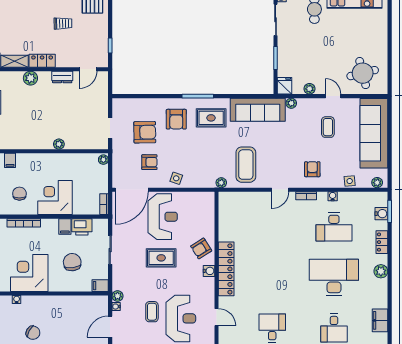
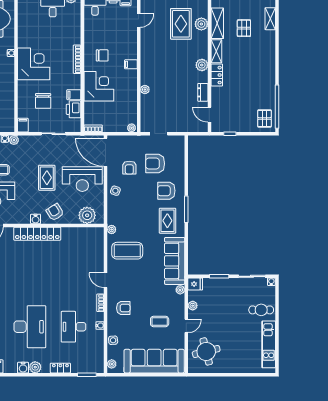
trolley: (63, 24) -> (249, 93), removed
armchair: (145, 132) -> (155, 164), turned 91
filing cabinet: (10, 160) -> (131, 64), moved
plant: (205, 211) -> (87, 215), added
water cooler: (381, 214) -> (23, 368), moved
chair: (72, 262) -> (43, 101), turned 96

